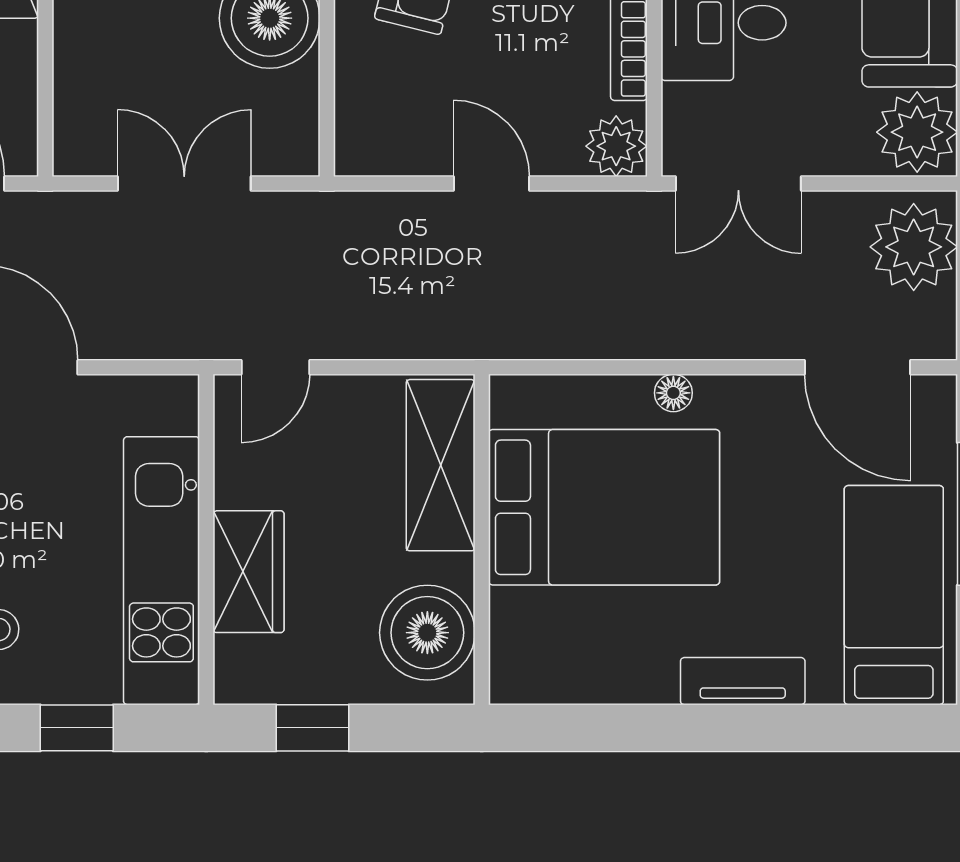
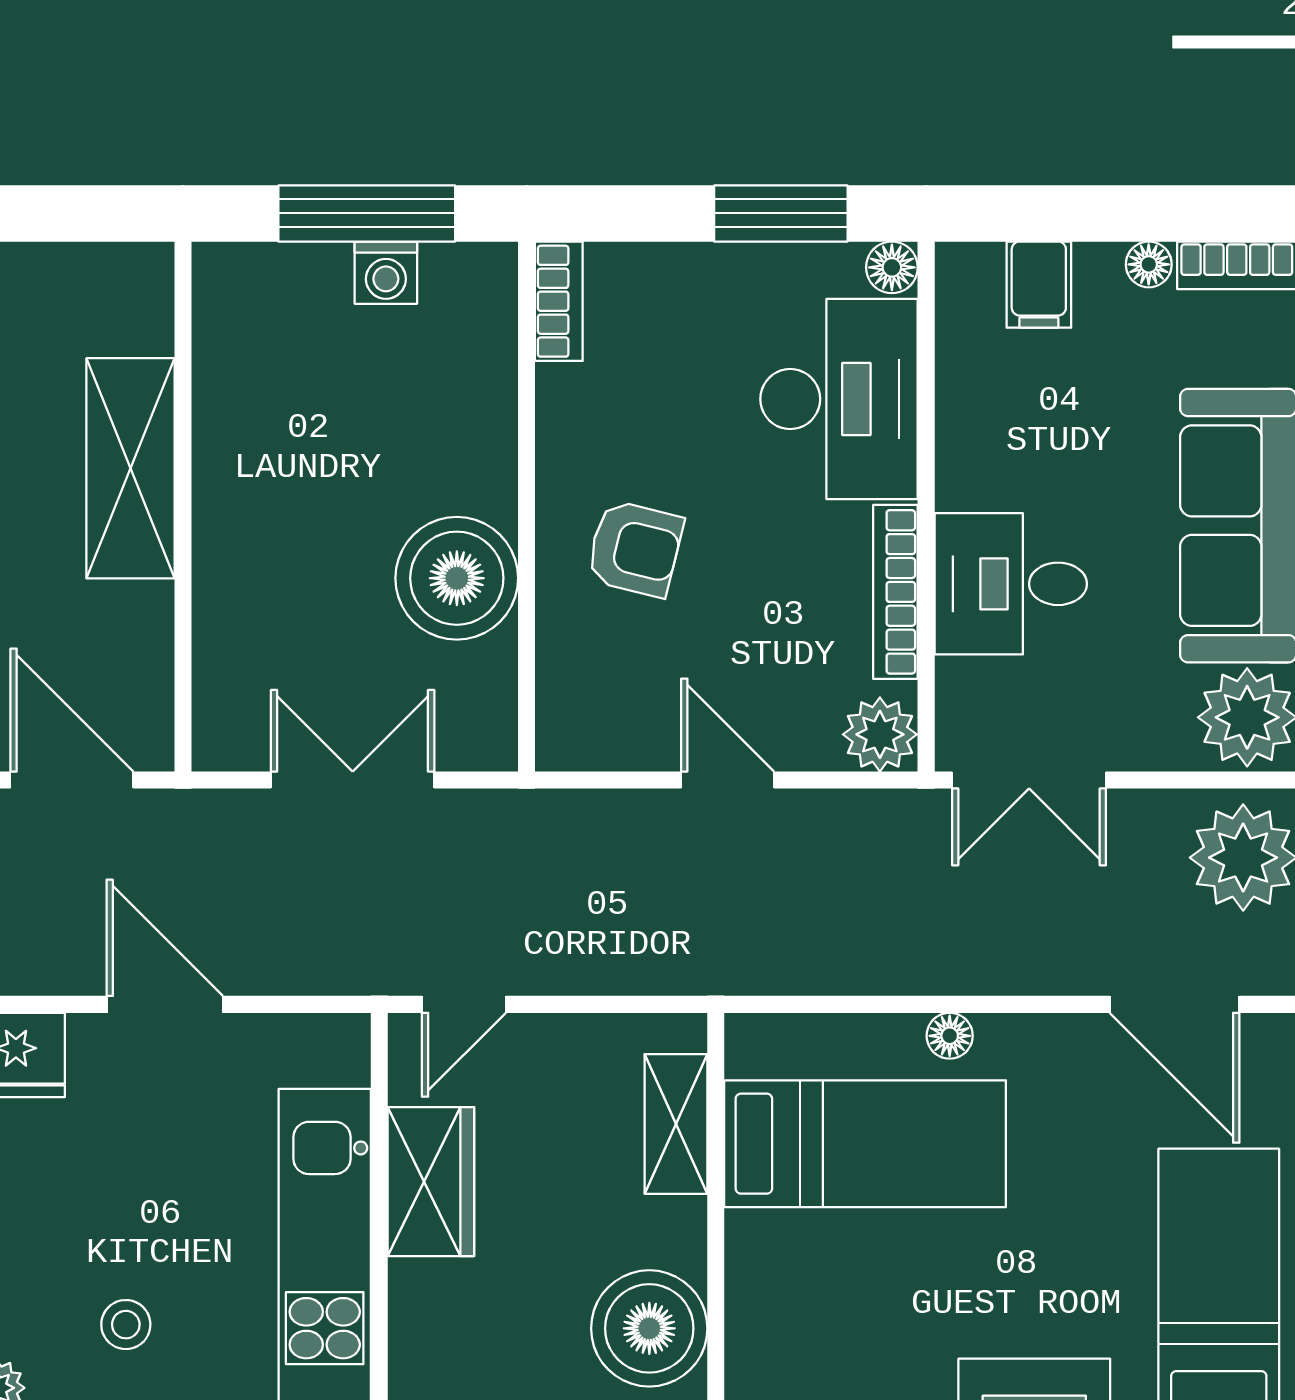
shelving: (441, 465) -> (676, 1124), width x0.67, depth x0.75
bed: (604, 507) -> (865, 1144), width x0.67
wardrobe: (248, 572) -> (431, 1182), moved

